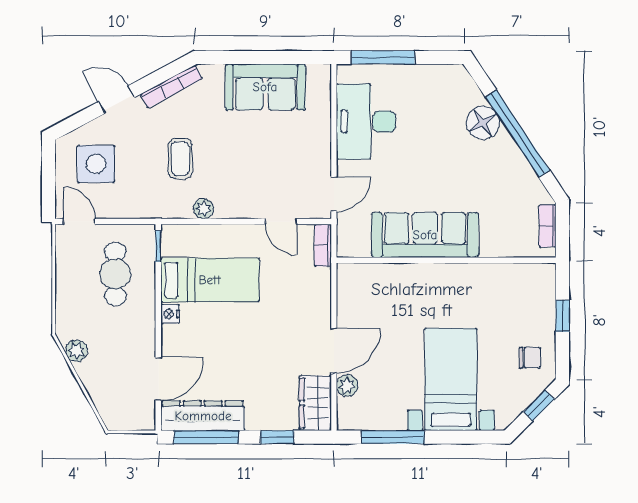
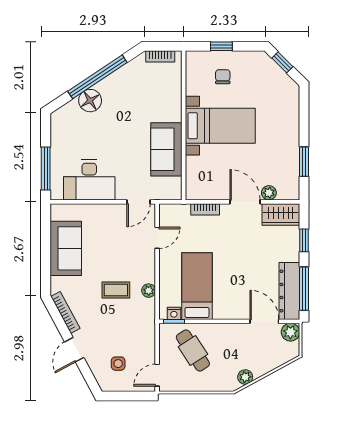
coffee table: (180, 159) -> (116, 290), moved
side table: (96, 164) -> (118, 364), width x0.54, depth x0.54
door: (334, 194) -> (139, 202), swing flipped
sofa: (425, 235) -> (166, 149), width x0.73
bookcase: (323, 245) -> (205, 209), moved
cafe table: (115, 274) -> (193, 350), turned 57
nightstand: (170, 314) -> (174, 313), moved
chair: (530, 358) -> (223, 77), moved
bed with nightstands: (451, 379) -> (220, 126), moved, turned 180
plant: (142, 417) -> (290, 332), added
window: (393, 437) -> (304, 162), width x0.69

